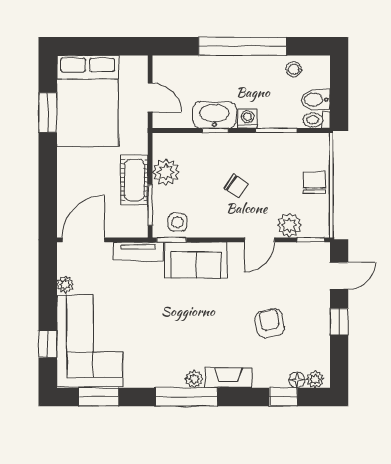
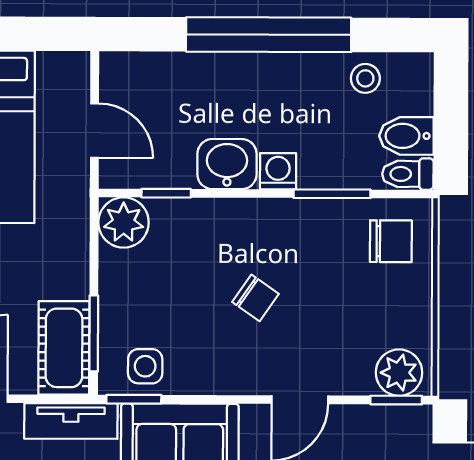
washbasin: (214, 115) -> (227, 164), width x0.72
window: (215, 130) -> (166, 193), moved
plant: (166, 172) -> (124, 222), moved
cot: (134, 180) -> (64, 348), moved
chair: (314, 182) -> (391, 241), moved, turned 90
plant: (289, 225) -> (399, 373), moved

